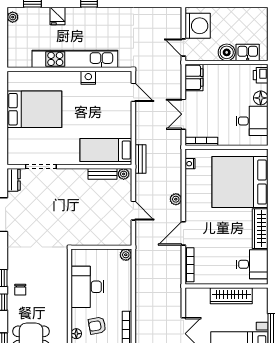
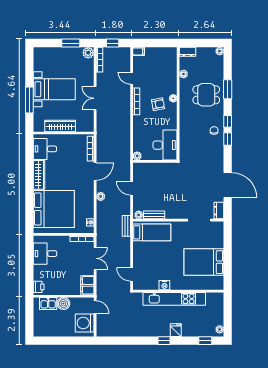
fridge: (57, 16) -> (176, 330), moved
floor lamp: (261, 98) -> (39, 270), removed
desk: (87, 287) -> (165, 145), moved

